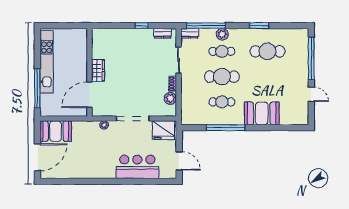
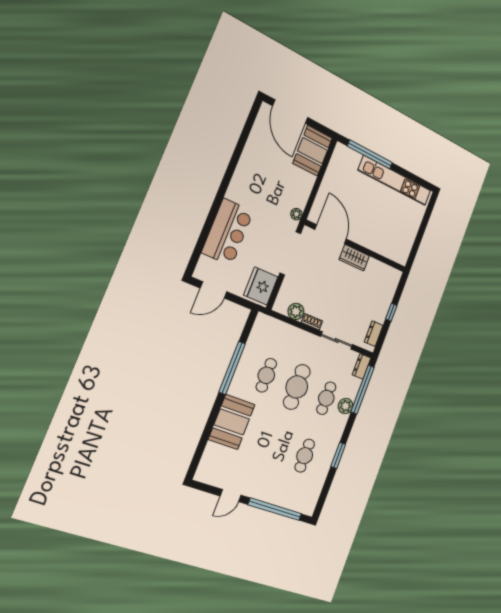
cafe table: (267, 51) -> (305, 456), width x0.73, depth x0.74
wardrobe: (98, 70) -> (354, 258), moved
wall: (89, 72) -> (356, 246), moved
door: (89, 95) -> (331, 234), moved

